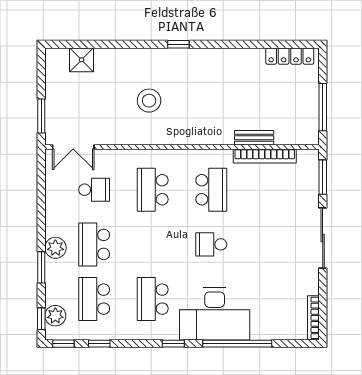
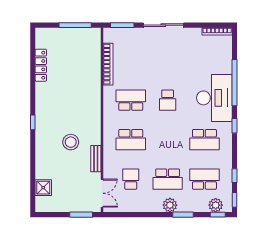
locker: (290, 56) -> (41, 65), moved
bench: (254, 138) -> (96, 159), moved
school desk: (94, 299) -> (204, 179), turned 180

